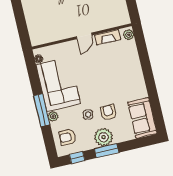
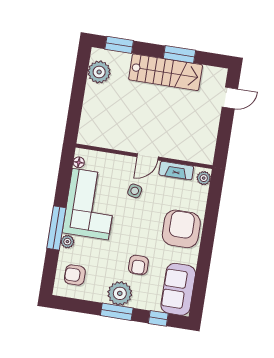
armchair: (127, 76) -> (181, 229), added
armchair: (108, 112) -> (138, 265), turned 180
side table: (88, 114) -> (135, 191), moved
window: (77, 158) -> (158, 318), moved

